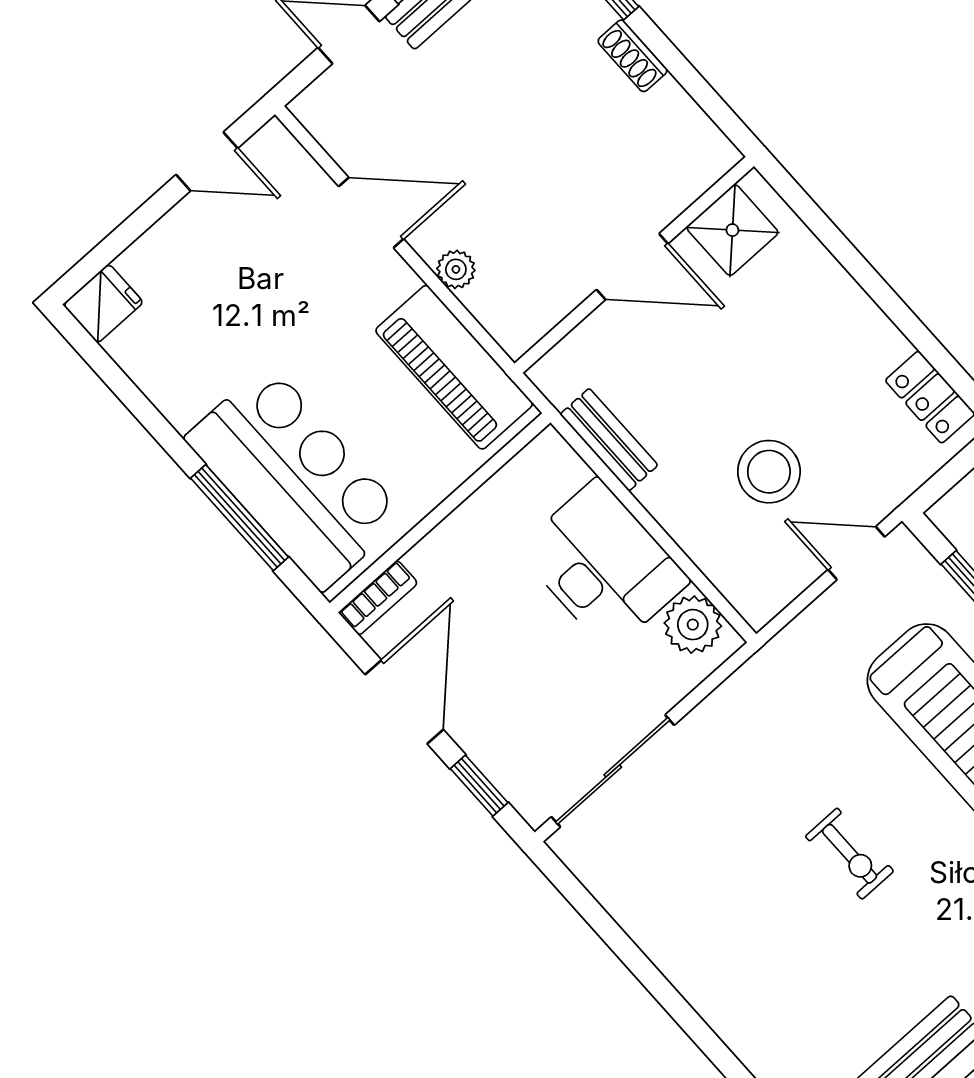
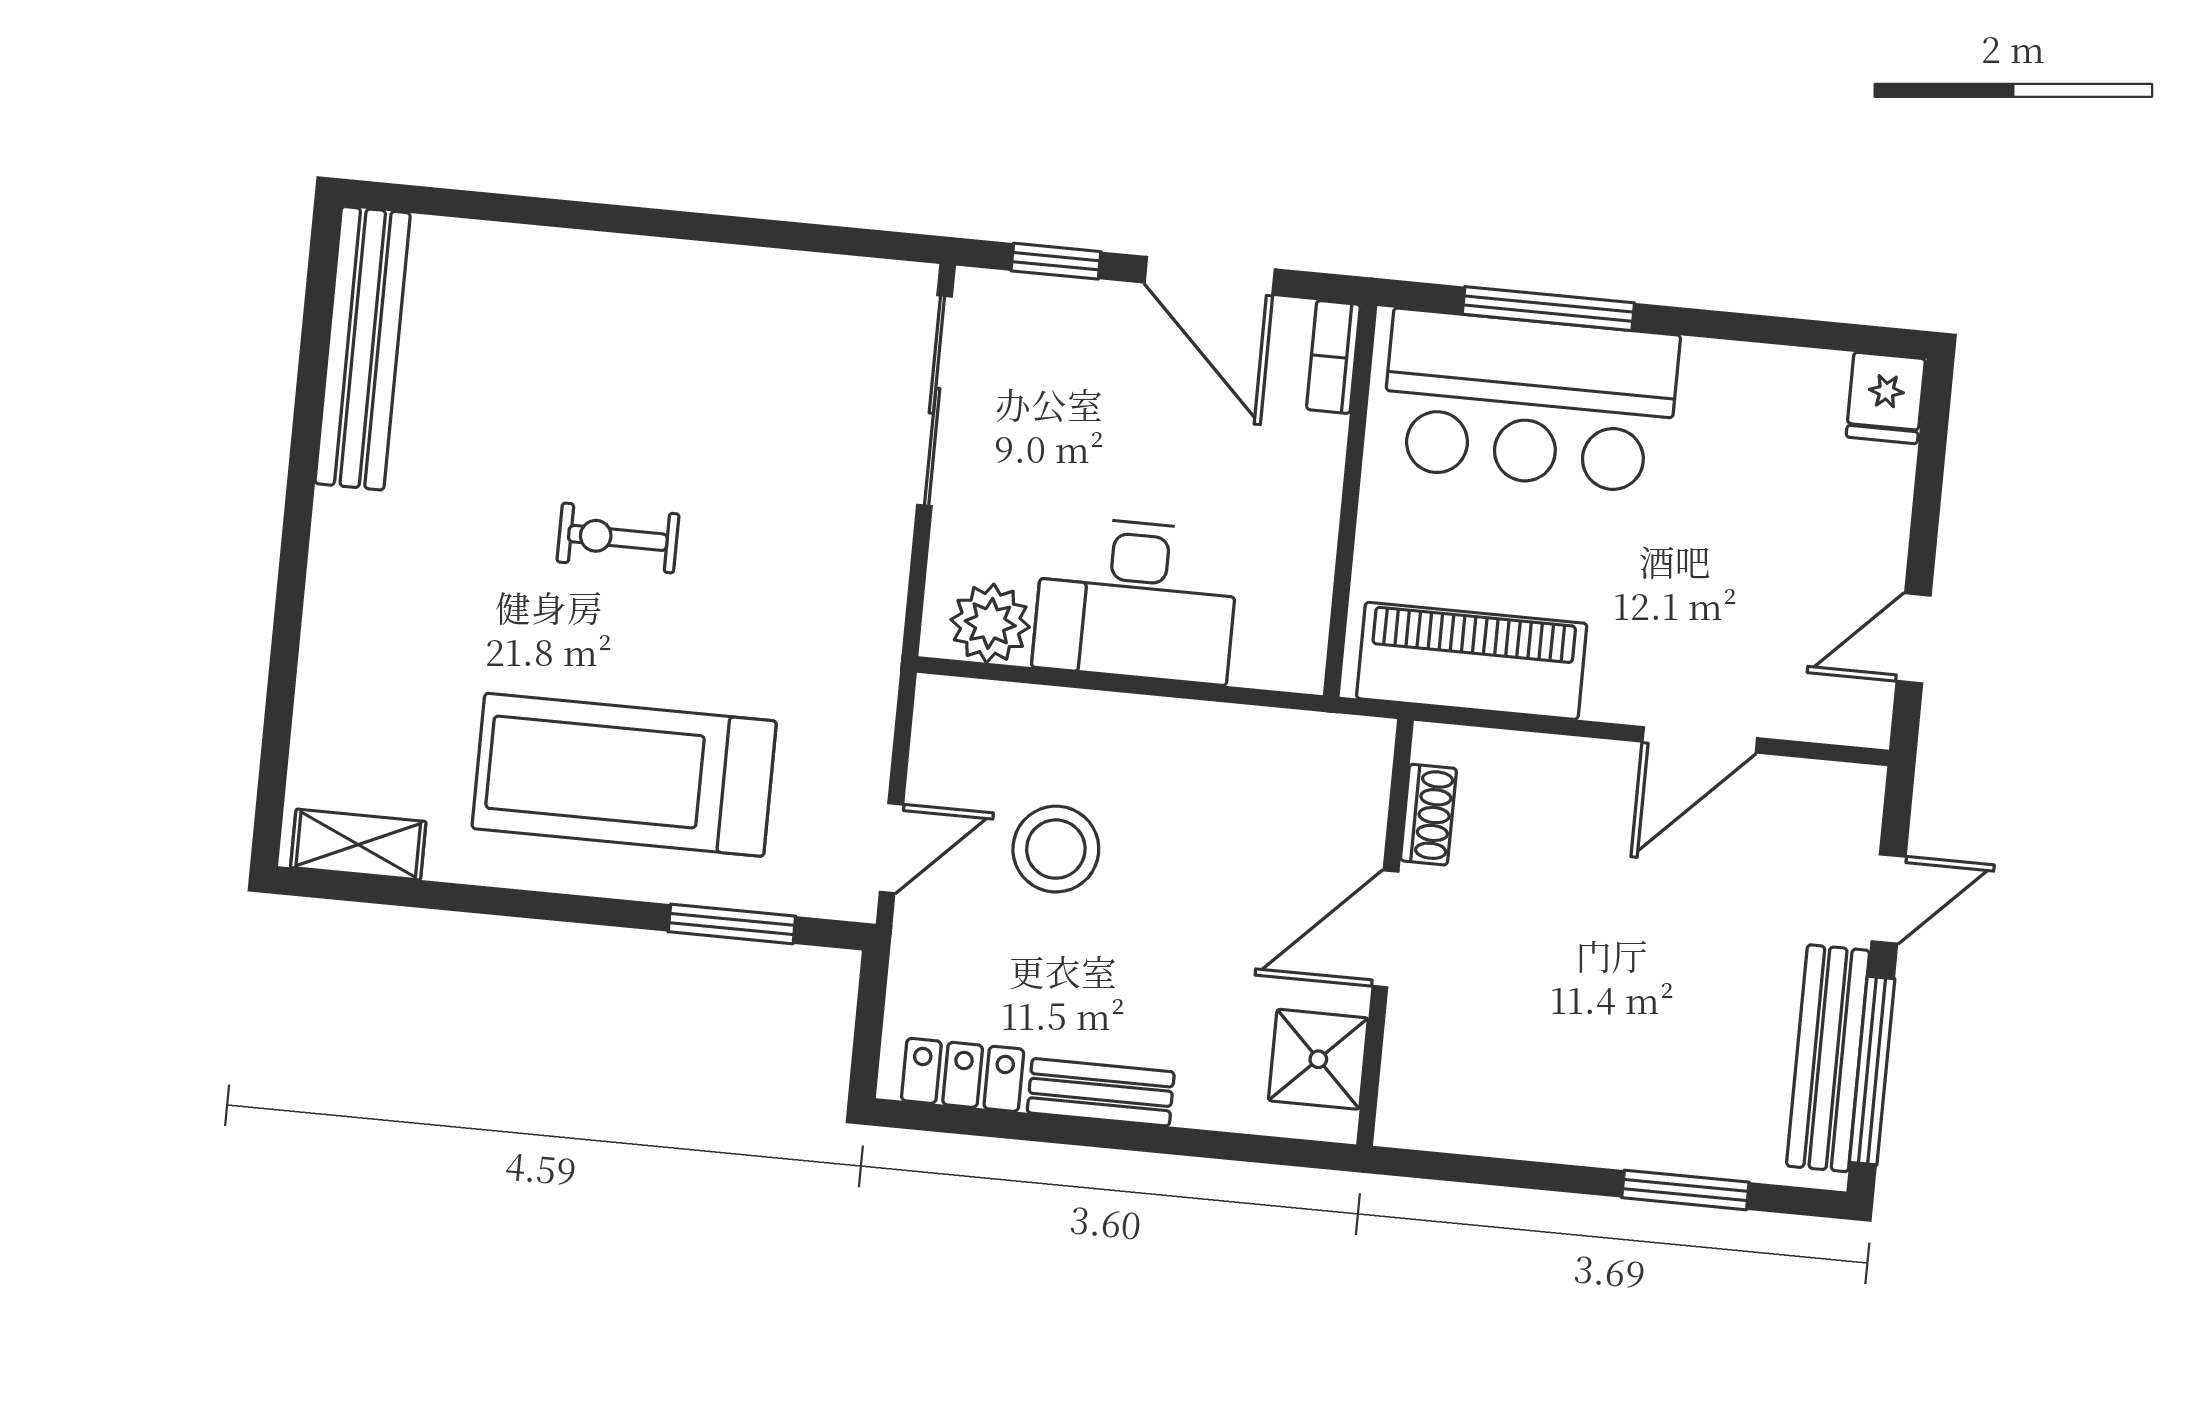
shoe rack: (633, 56) -> (1428, 815), moved, turned 90
plant: (456, 269) -> (1561, 761), removed
bench: (609, 440) -> (1101, 1092), moved

